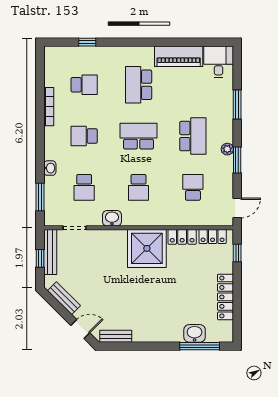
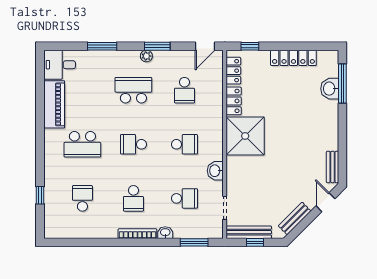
bookcase: (49, 107) -> (137, 234), moved
school desk: (139, 136) -> (133, 144), width x0.54
school desk: (193, 187) -> (184, 90), turned -90
door: (237, 208) -> (205, 46), swing flipped

